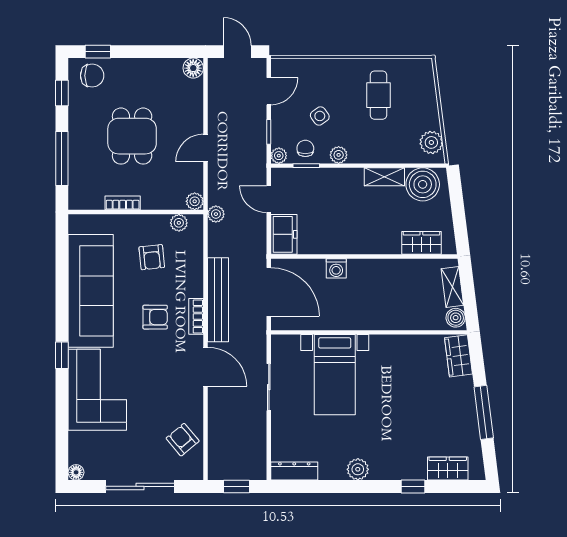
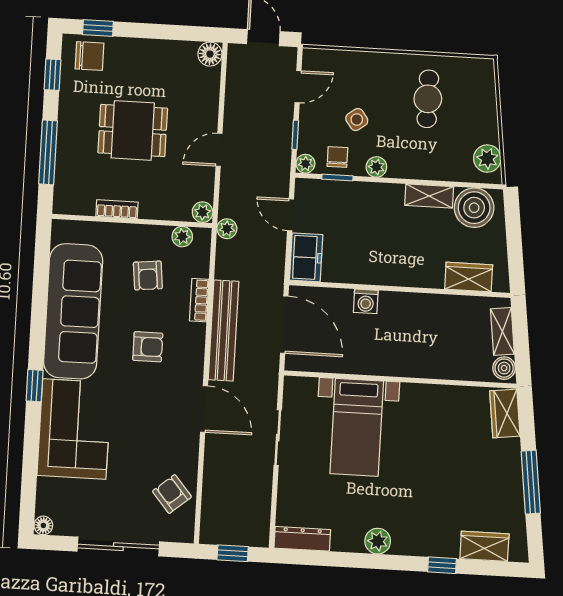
dining table: (132, 136) -> (133, 130), turned 90
bookcase: (196, 316) -> (199, 300), moved

